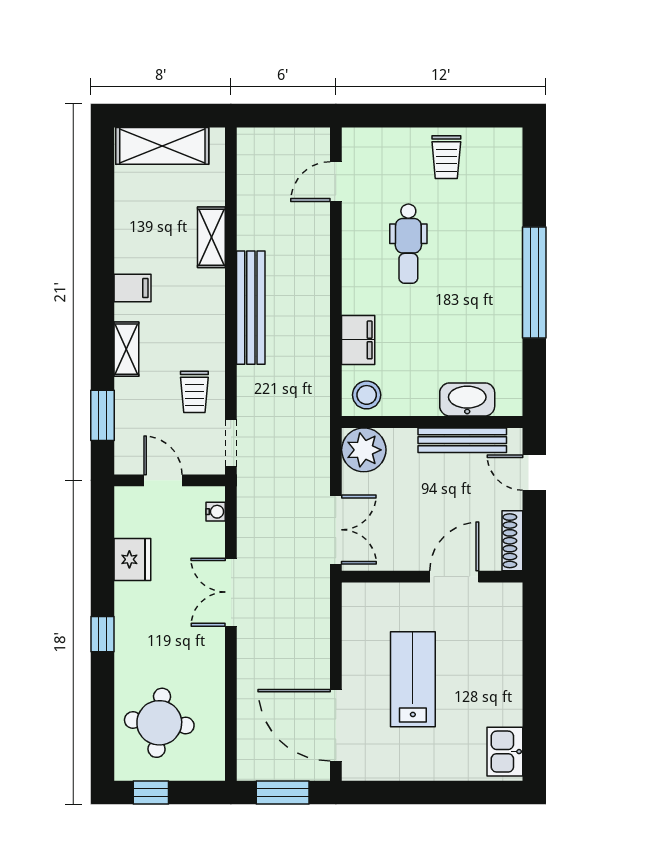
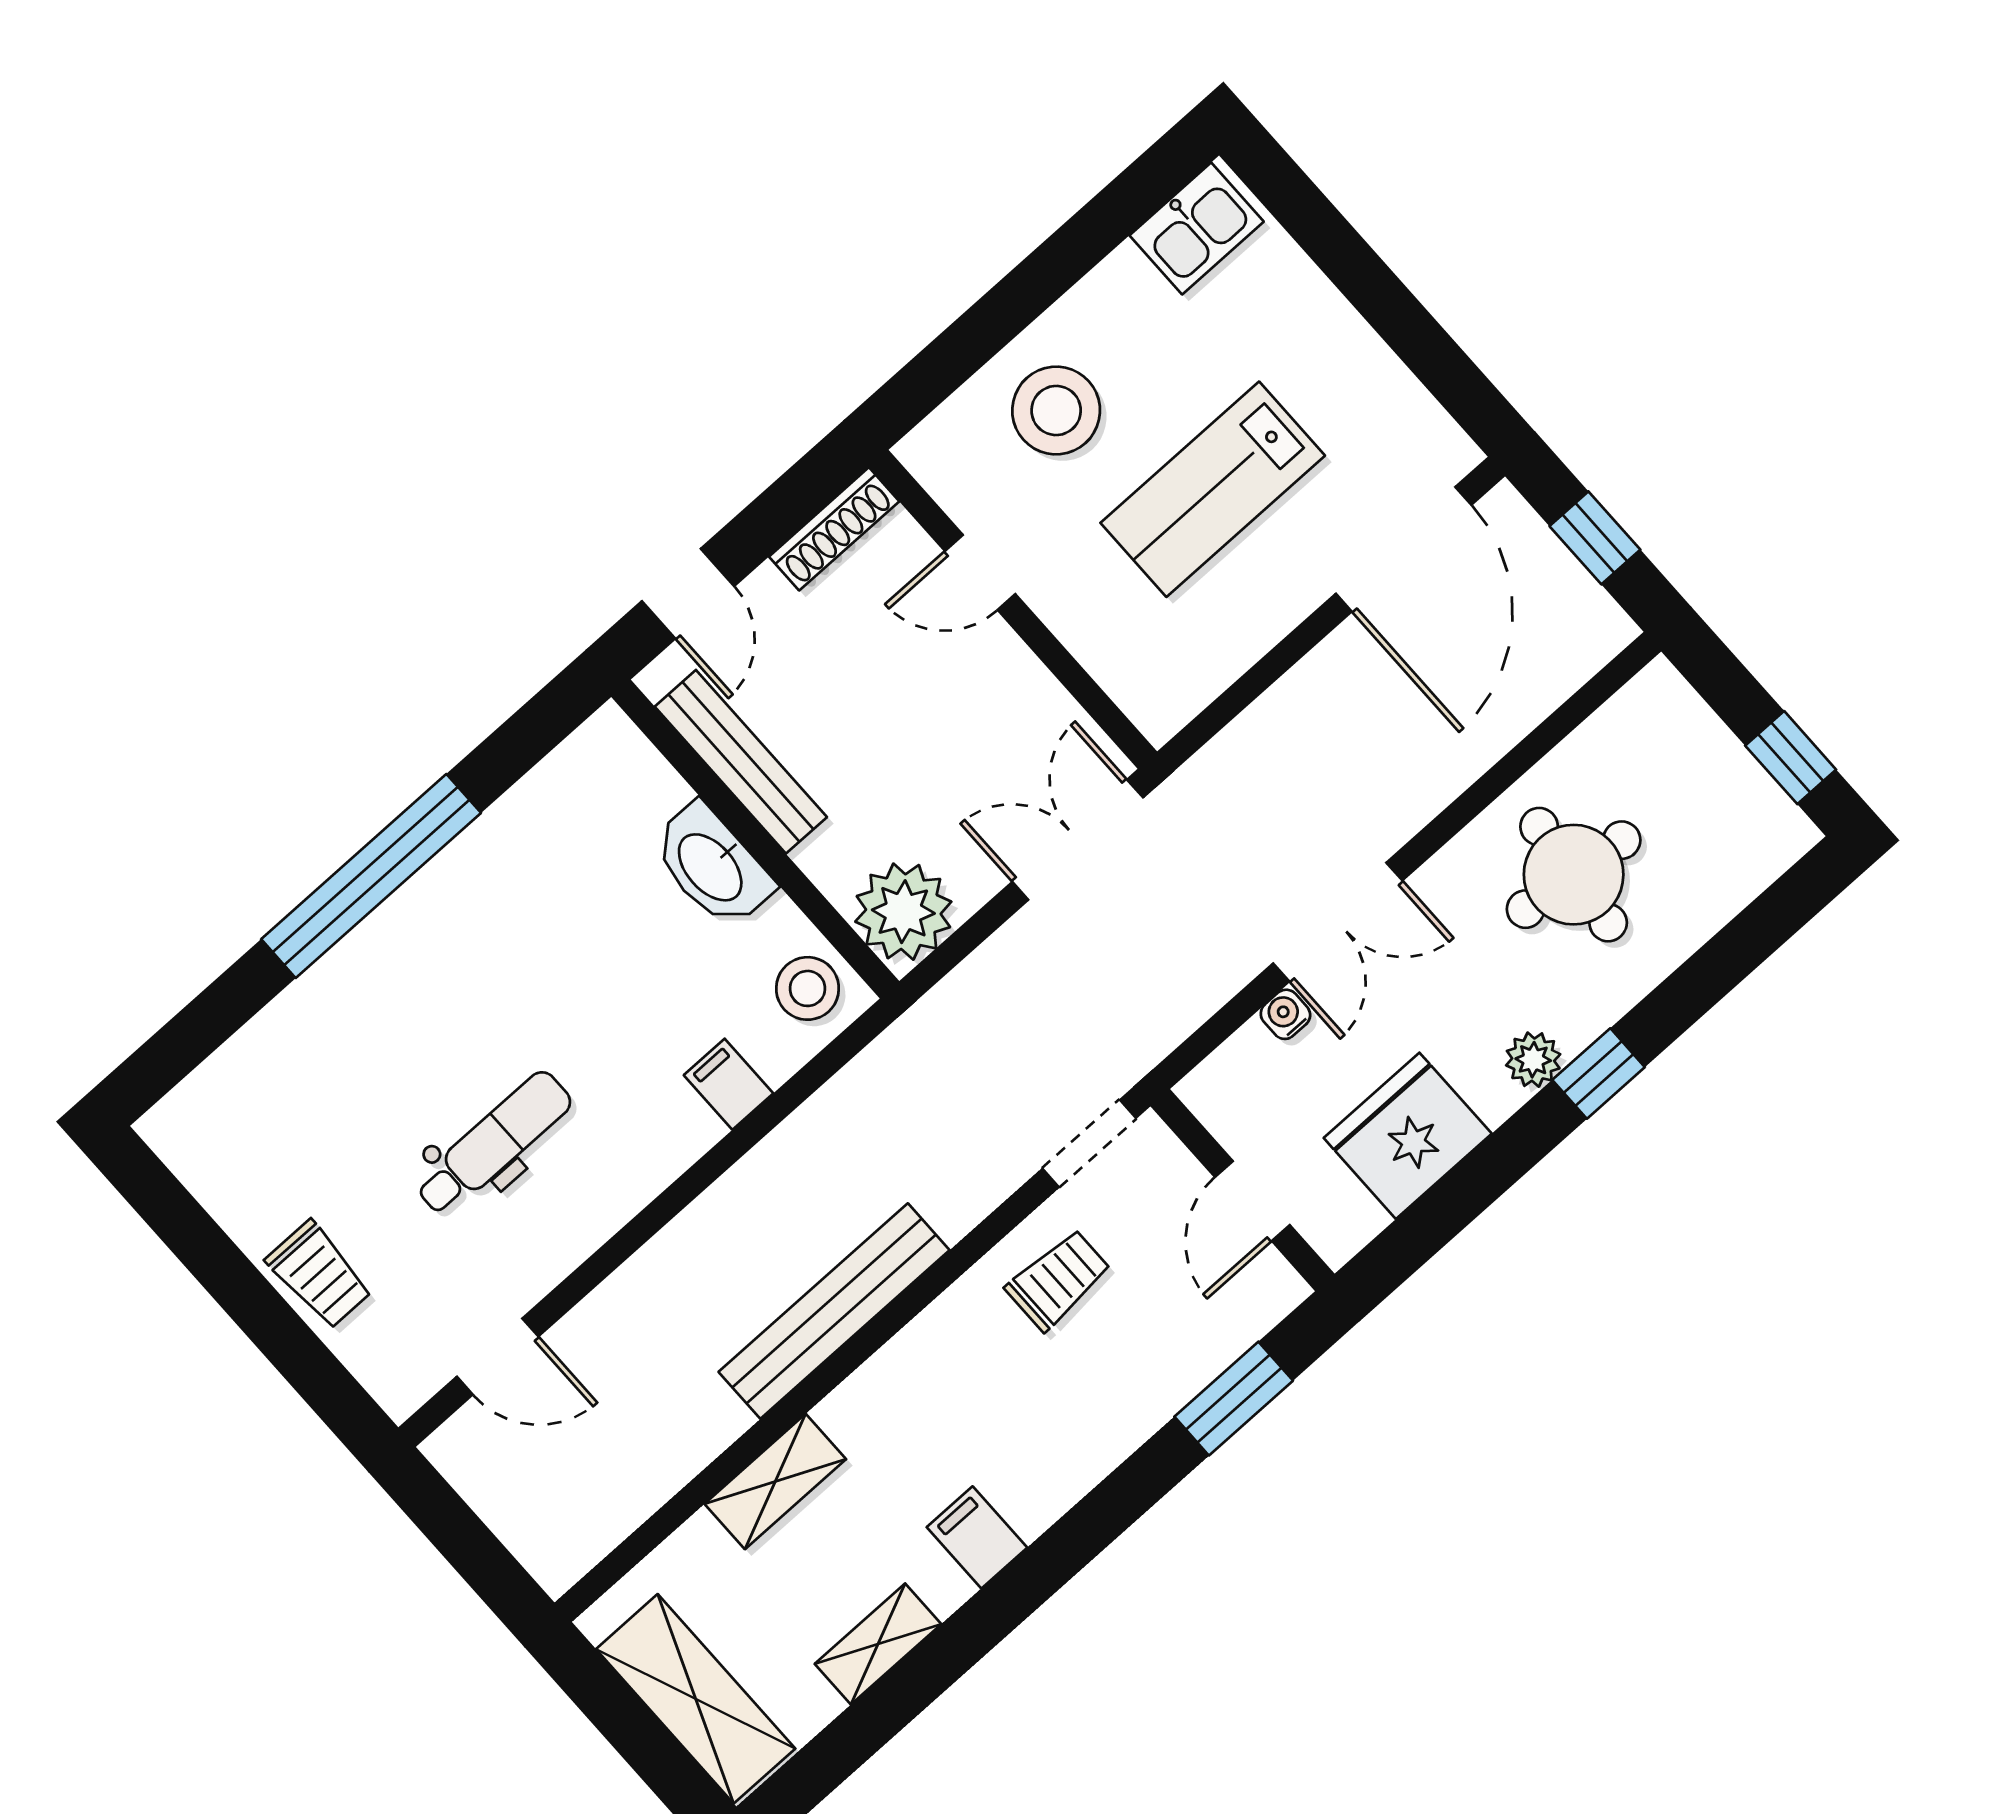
trolley: (446, 157) -> (319, 1275), moved, turned 90
filing cabinet: (358, 340) -> (729, 1084), width x0.50
shelving: (126, 349) -> (878, 1644), moved
washbasin: (467, 399) -> (712, 866), moved
water cooler: (216, 512) -> (1285, 1014), moved
fridge: (132, 559) -> (1408, 1136), width x1.36, depth x1.34
door: (454, 577) -> (980, 572), width x0.73
plant: (127, 616) -> (1533, 1060), added
stool: (486, 650) -> (1056, 410), added
round table: (159, 723) -> (1574, 875), moved
window: (283, 793) -> (1595, 538), width x0.67

